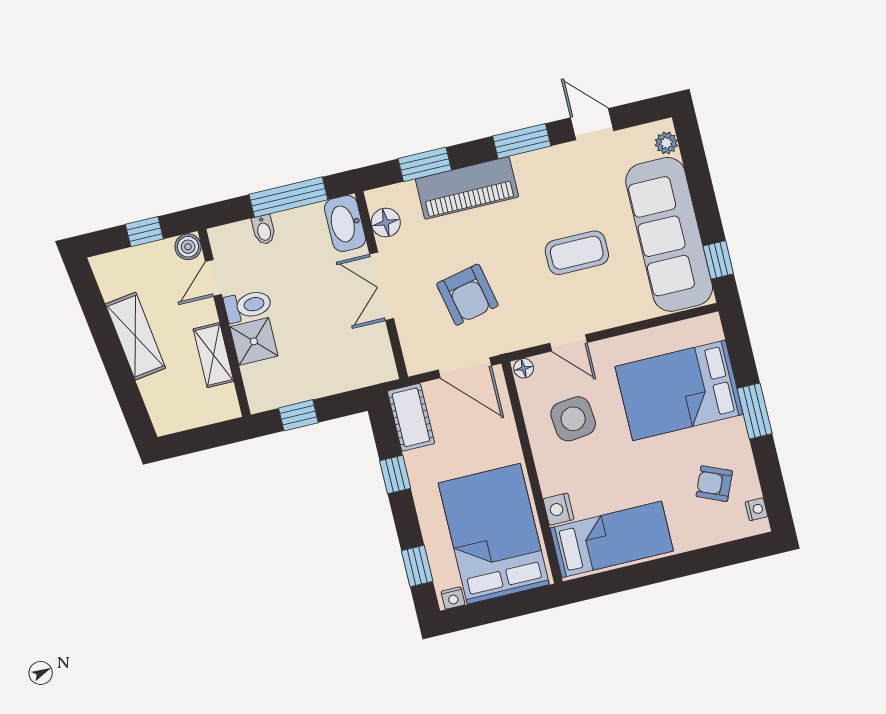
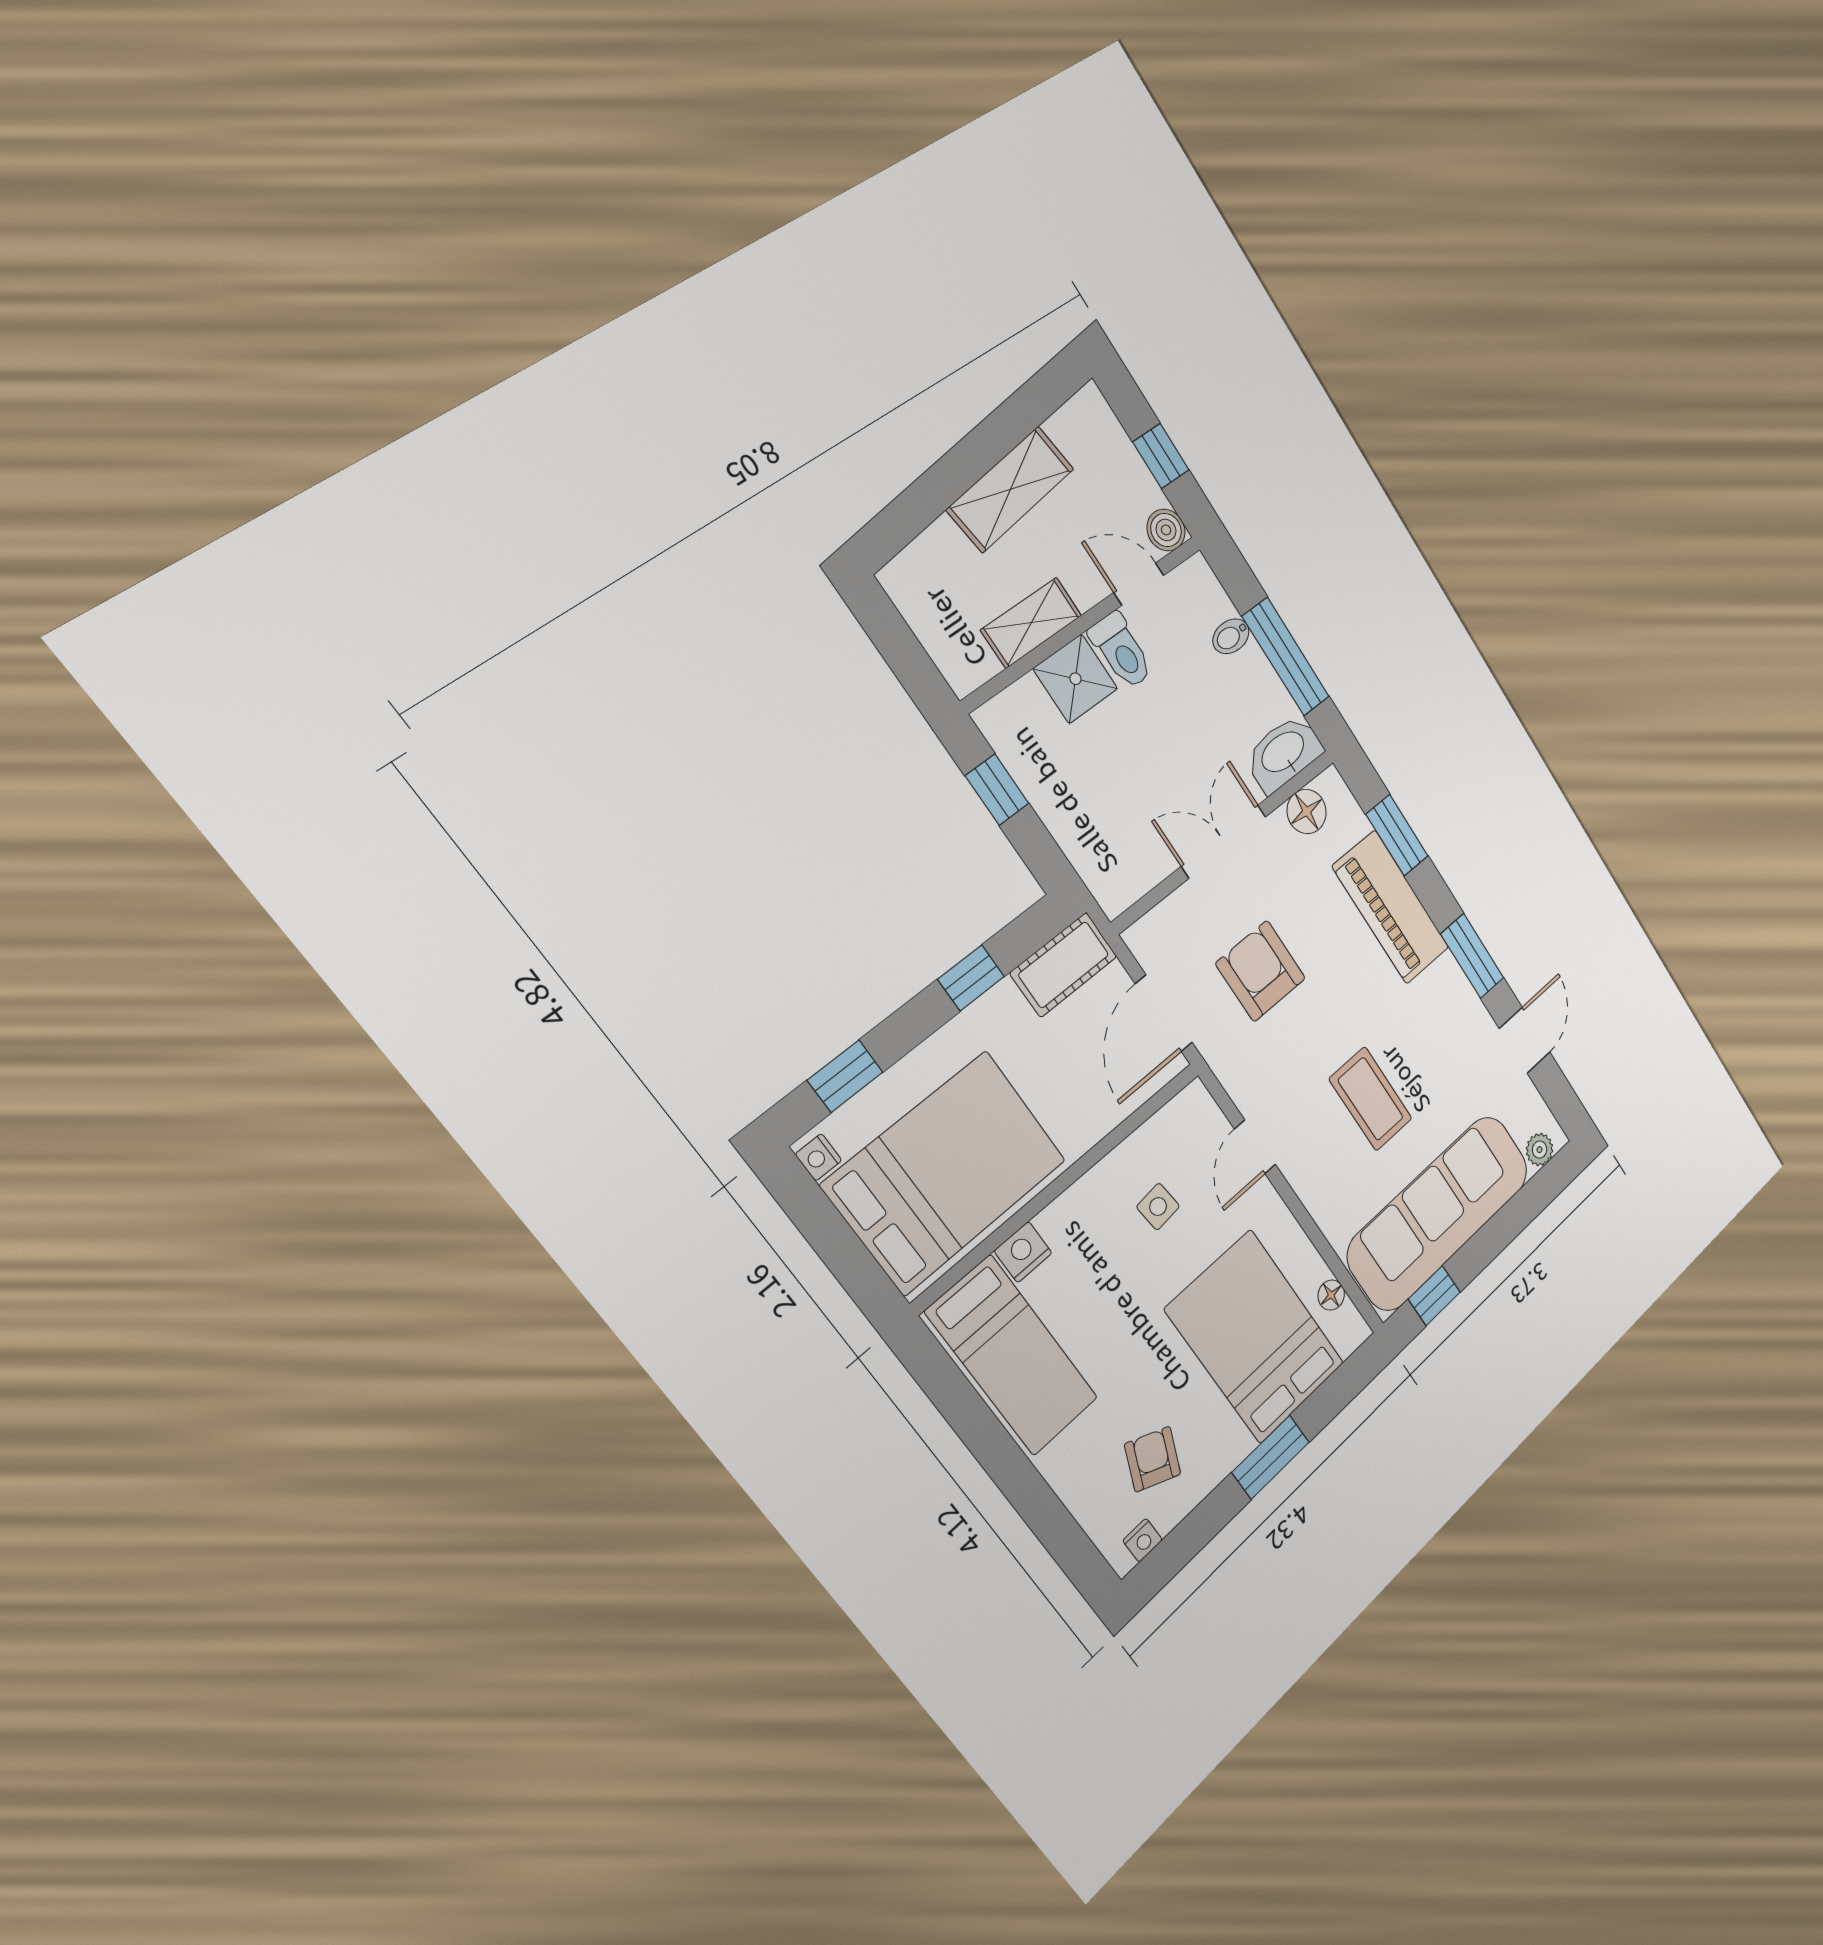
armchair: (467, 295) -> (1261, 971), turned 102
floor lamp: (524, 368) -> (1331, 1295), moved
side table: (573, 419) -> (1158, 1207), width x0.54, depth x0.54

